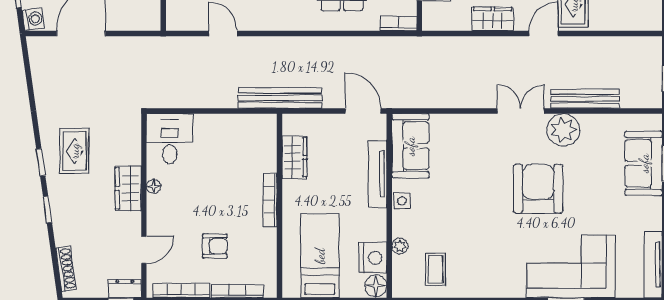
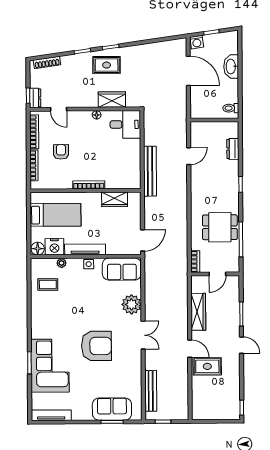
wardrobe: (493, 19) -> (198, 312), width x1.50
bench: (280, 98) -> (150, 171), moved
bench: (585, 99) -> (151, 391), moved
plant: (563, 130) -> (132, 304), moved
rug: (74, 151) -> (107, 65), moved
tv unit: (378, 174) -> (85, 249), moved
wardrobe: (128, 188) -> (112, 100), moved
armchair: (215, 246) -> (61, 152), turned 180

